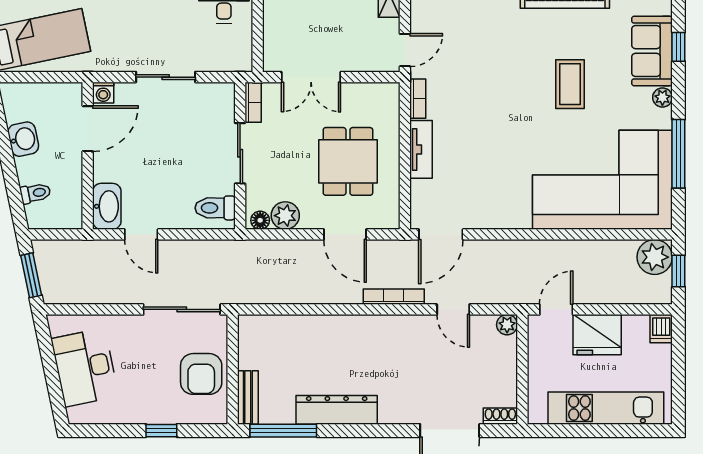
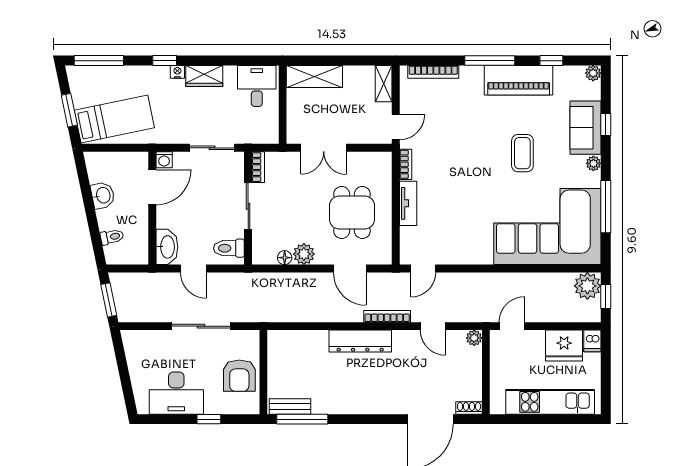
bookcase: (253, 102) -> (258, 167), moved
sliding door: (240, 153) -> (248, 206), moved
wall: (240, 156) -> (248, 208), moved
toilet: (215, 208) -> (229, 248), moved
door: (441, 234) -> (423, 269), width x0.73
sliding door: (182, 309) -> (201, 326), moved
fridge: (597, 335) -> (564, 345), moved
desk: (85, 367) -> (176, 393), moved, turned -78
bench: (248, 397) -> (290, 406), moved, turned 90
dresser: (337, 410) -> (360, 341), moved, turned 180

